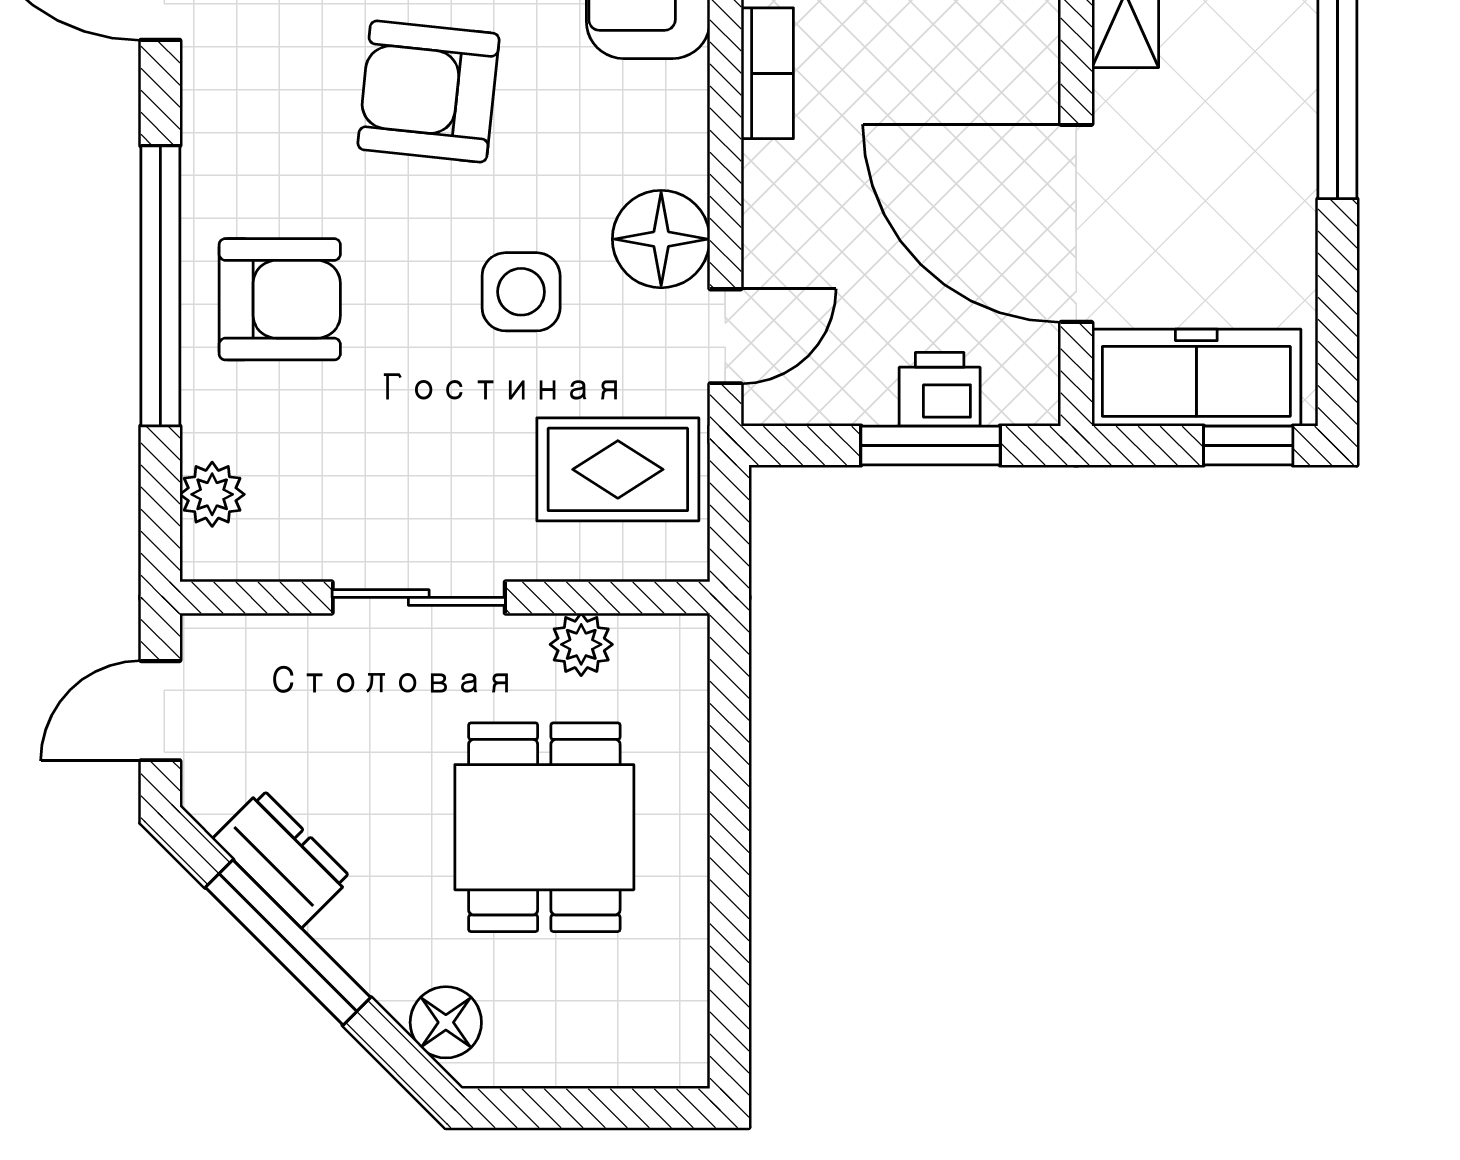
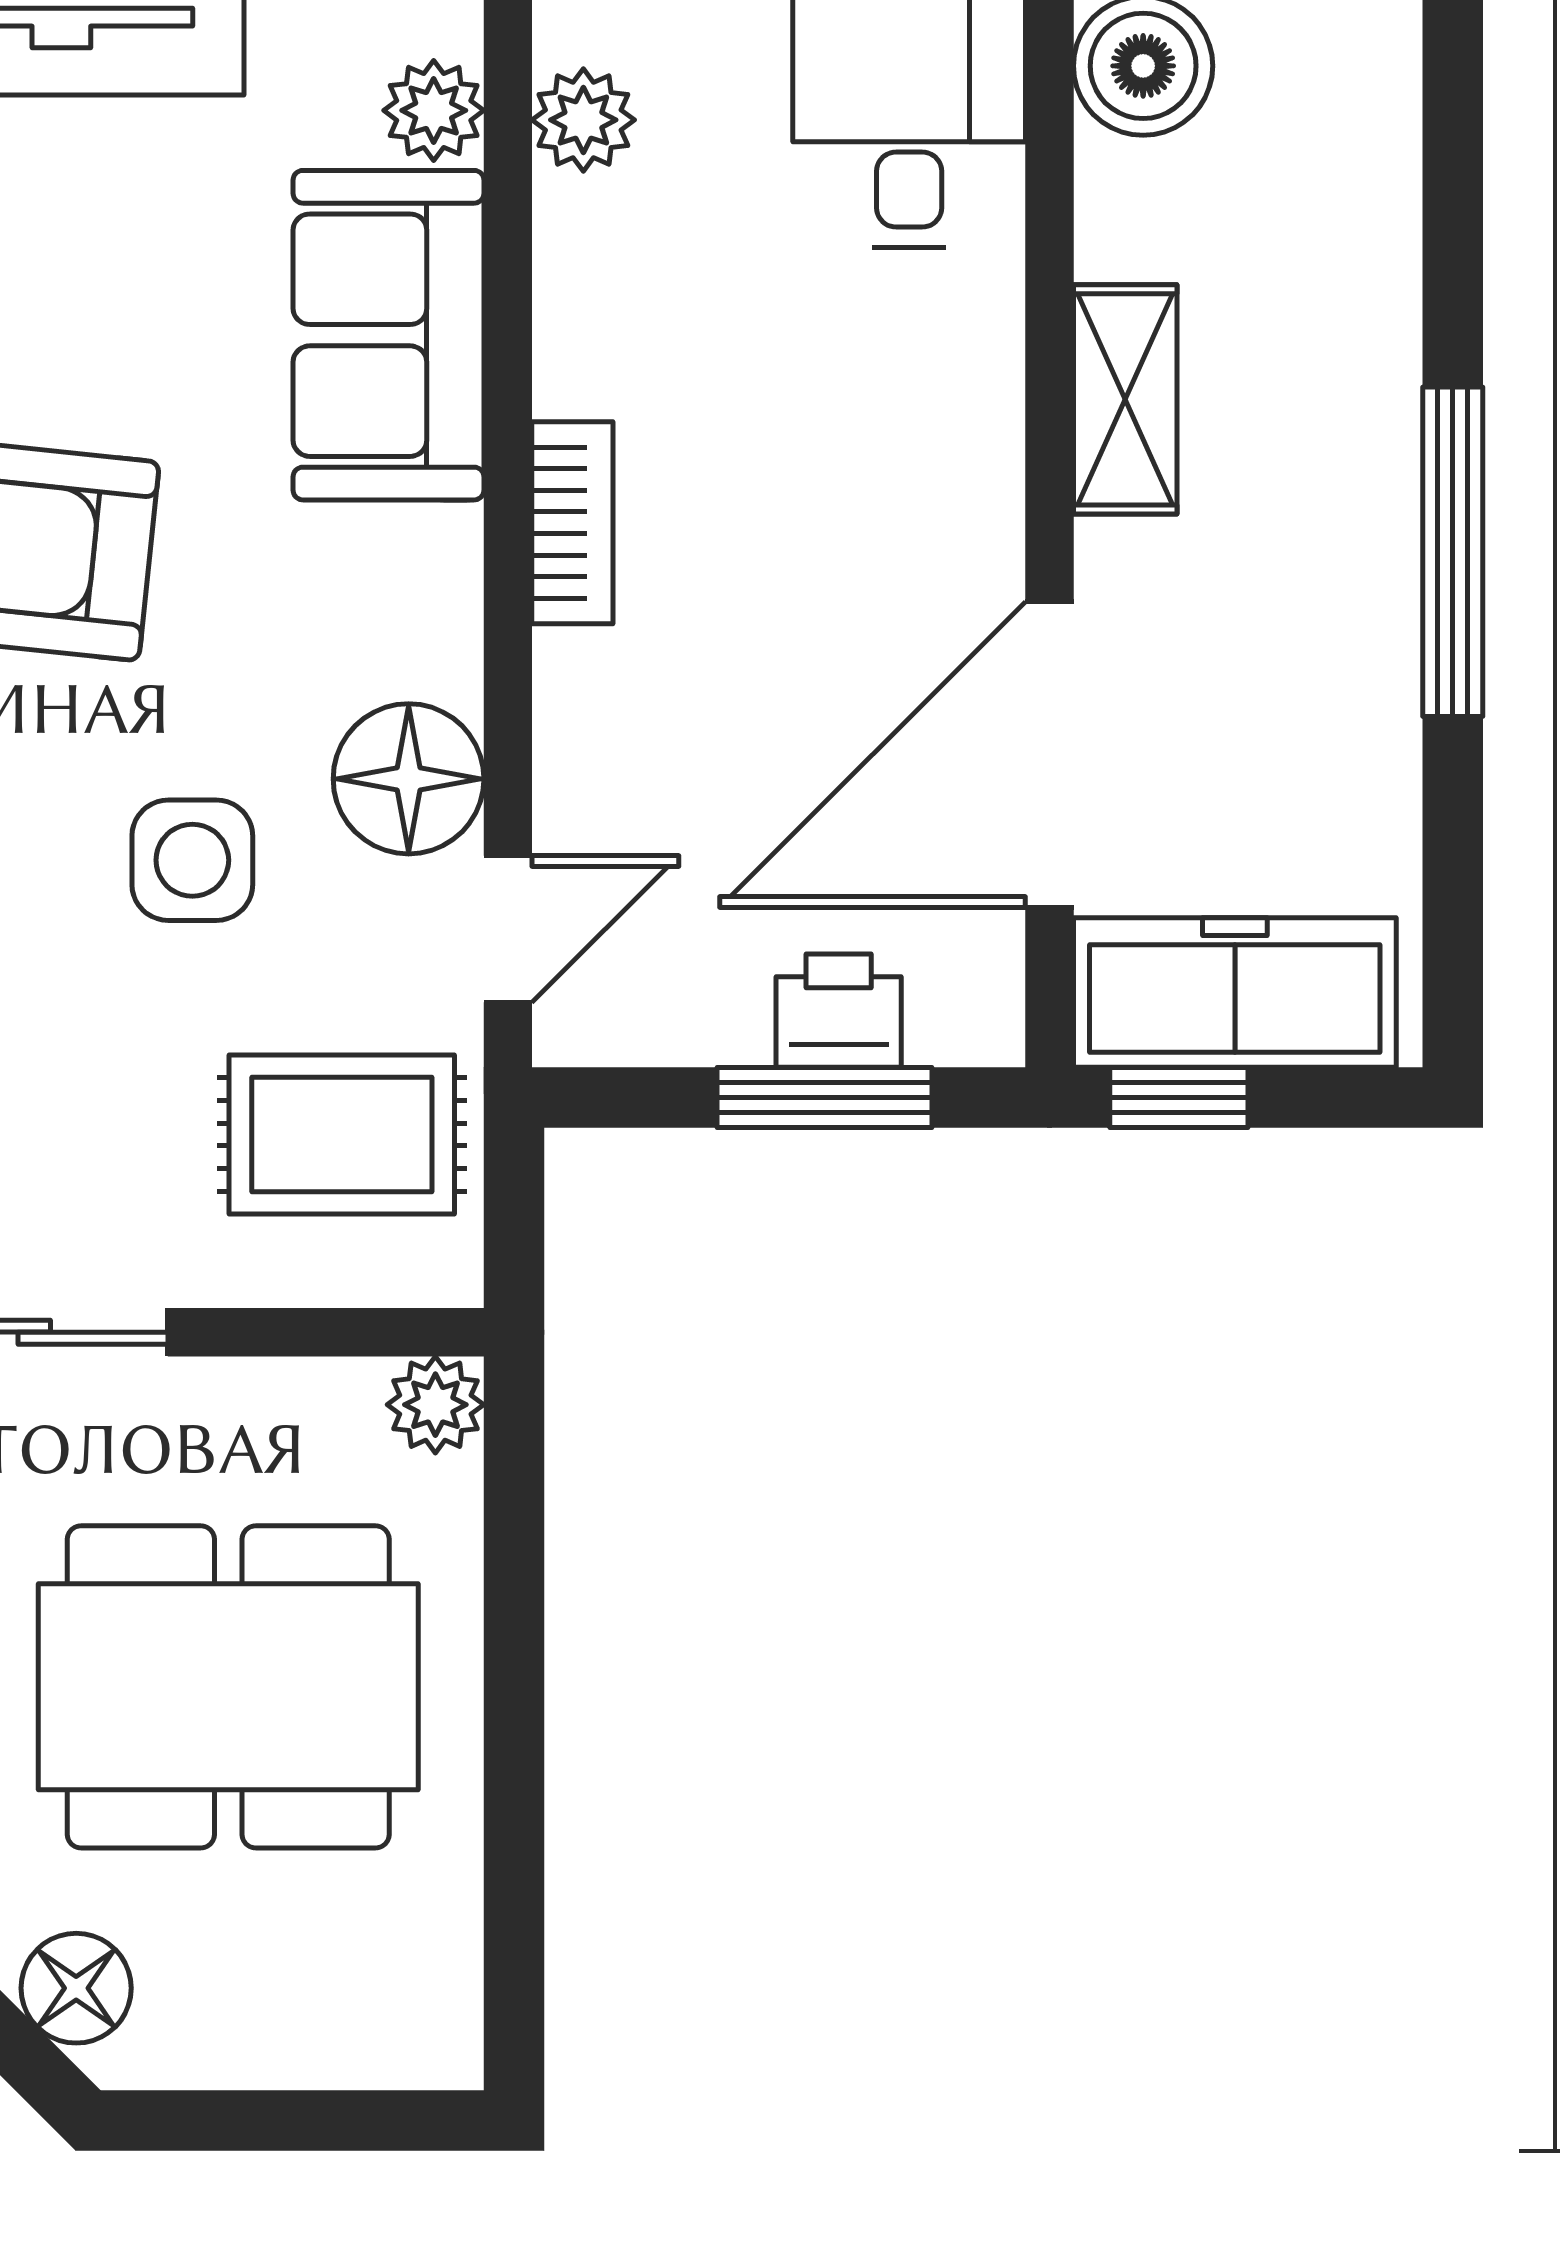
door: (1076, 223) -> (1049, 755), hinge flipped
window: (1248, 445) -> (1179, 1098), moved
plant: (581, 644) -> (435, 1405), moved
dining table: (544, 827) -> (228, 1687), width x1.38

